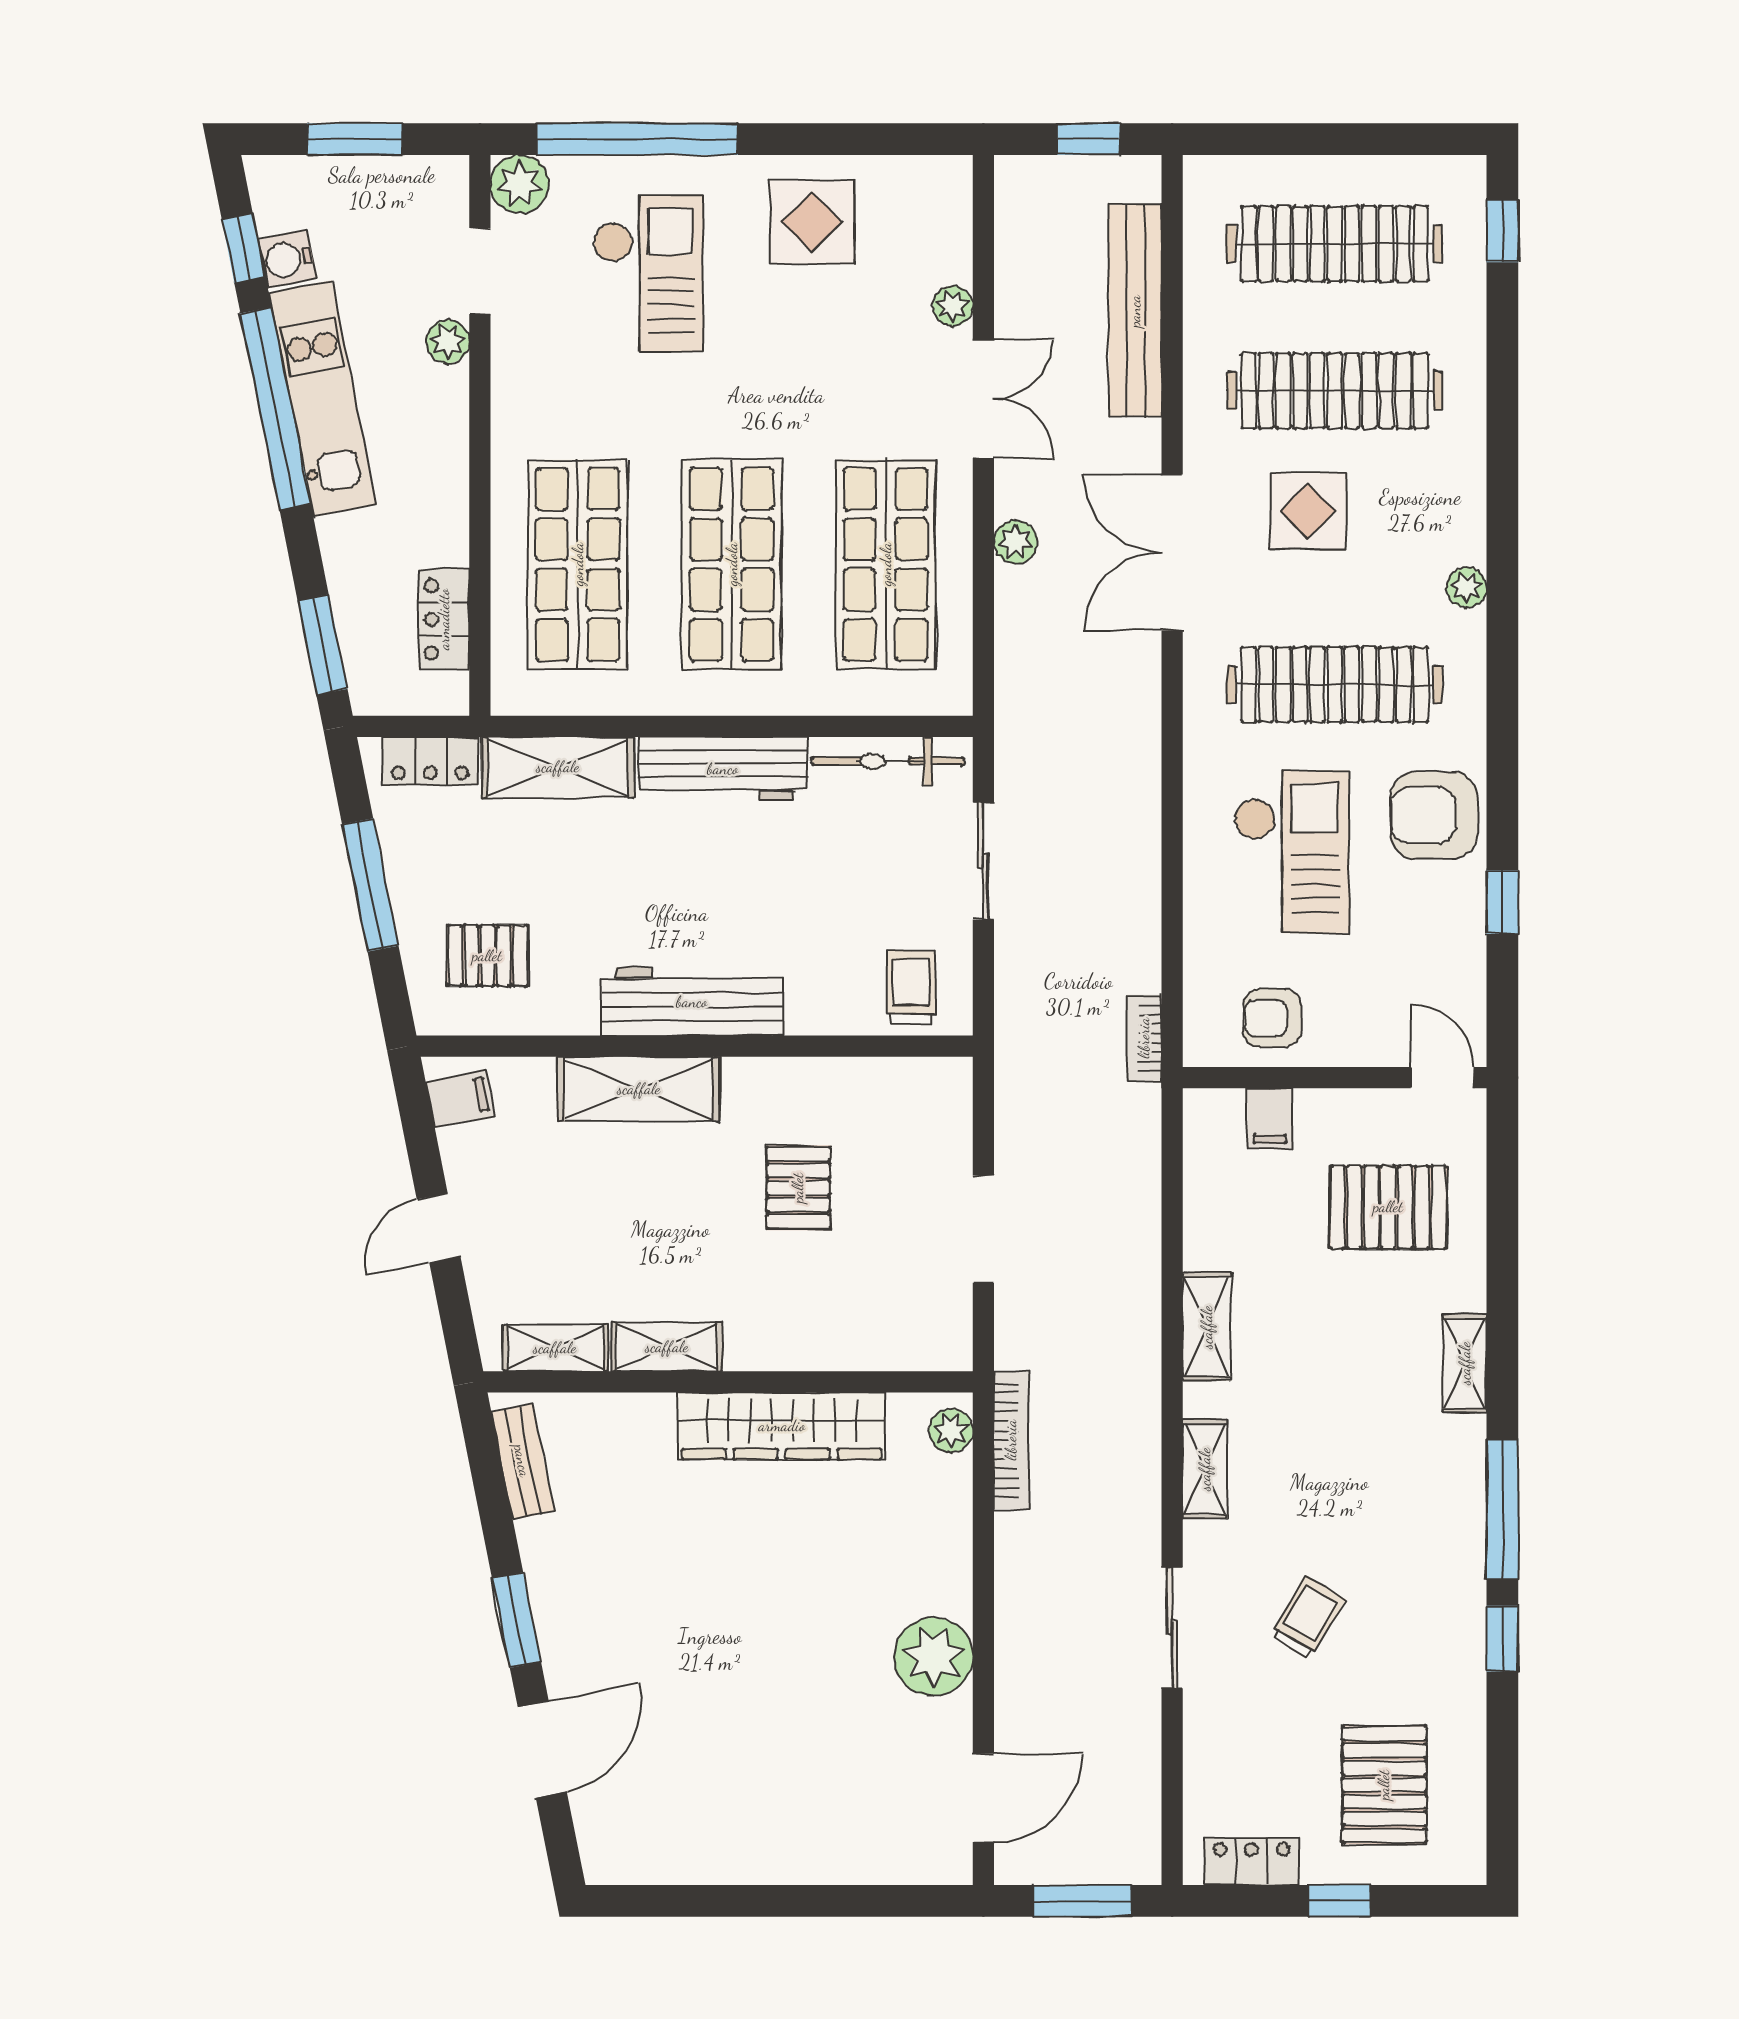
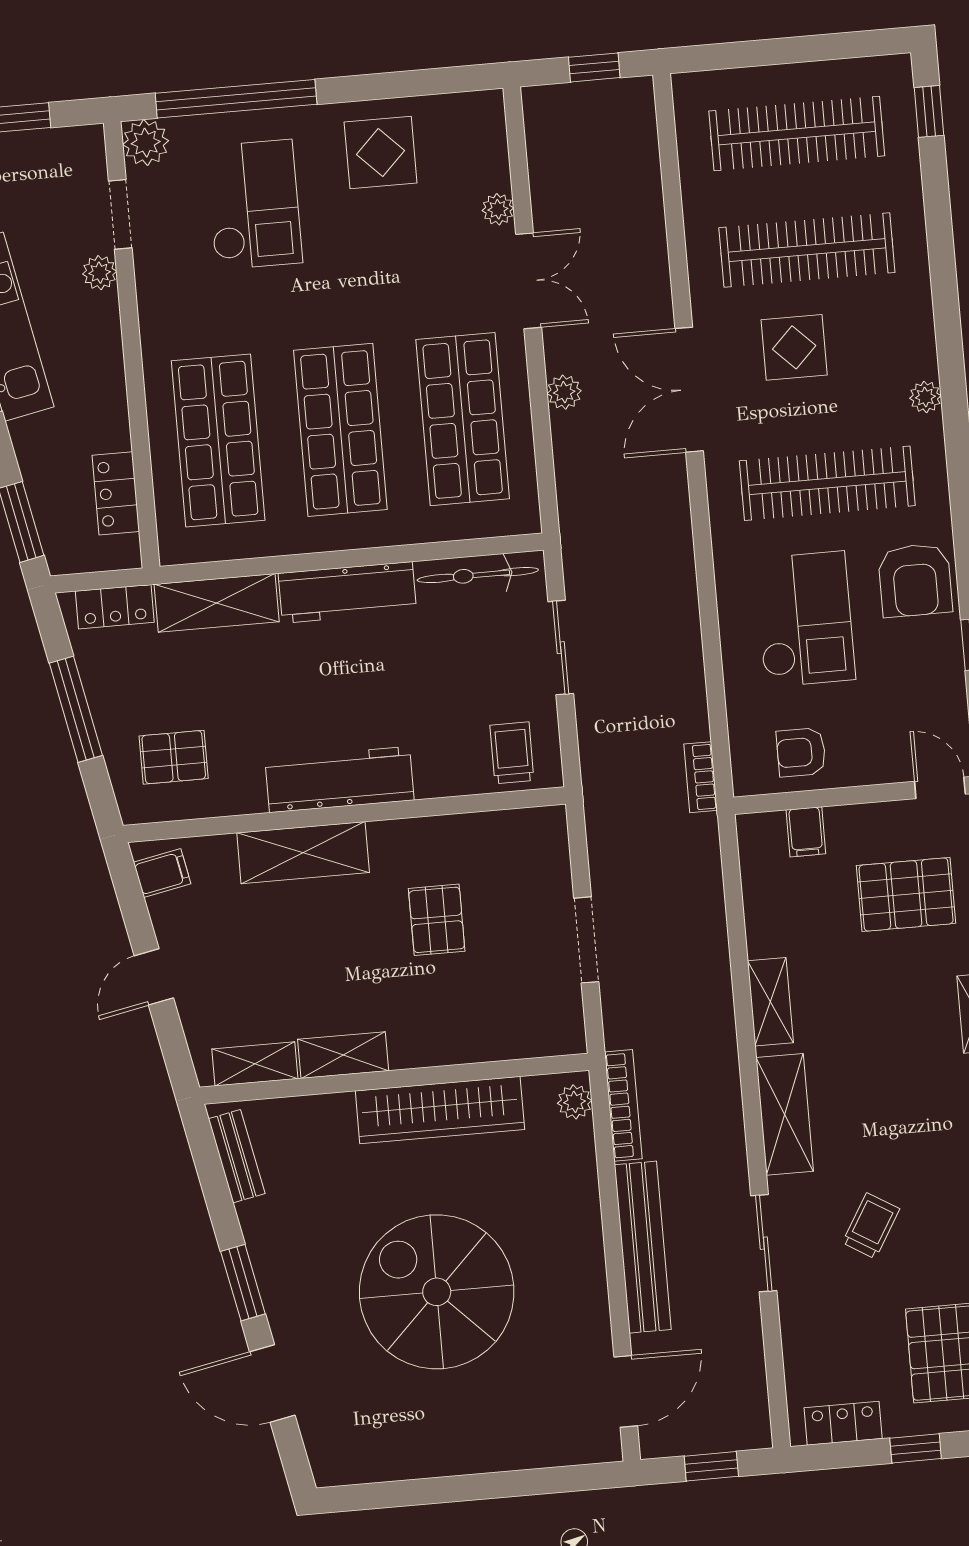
bench: (1135, 311) -> (643, 1247), moved
armchair: (1434, 815) -> (915, 580), turned -90
shelving: (1205, 1469) -> (785, 1114), width x1.50, depth x1.33
spiral stairs: (758, 1653) -> (437, 1292), added
plant: (934, 1657) -> (576, 1283), removed
door: (542, 1749) -> (272, 1383), swing flipped
window: (1082, 1901) -> (711, 1466), width x0.67

